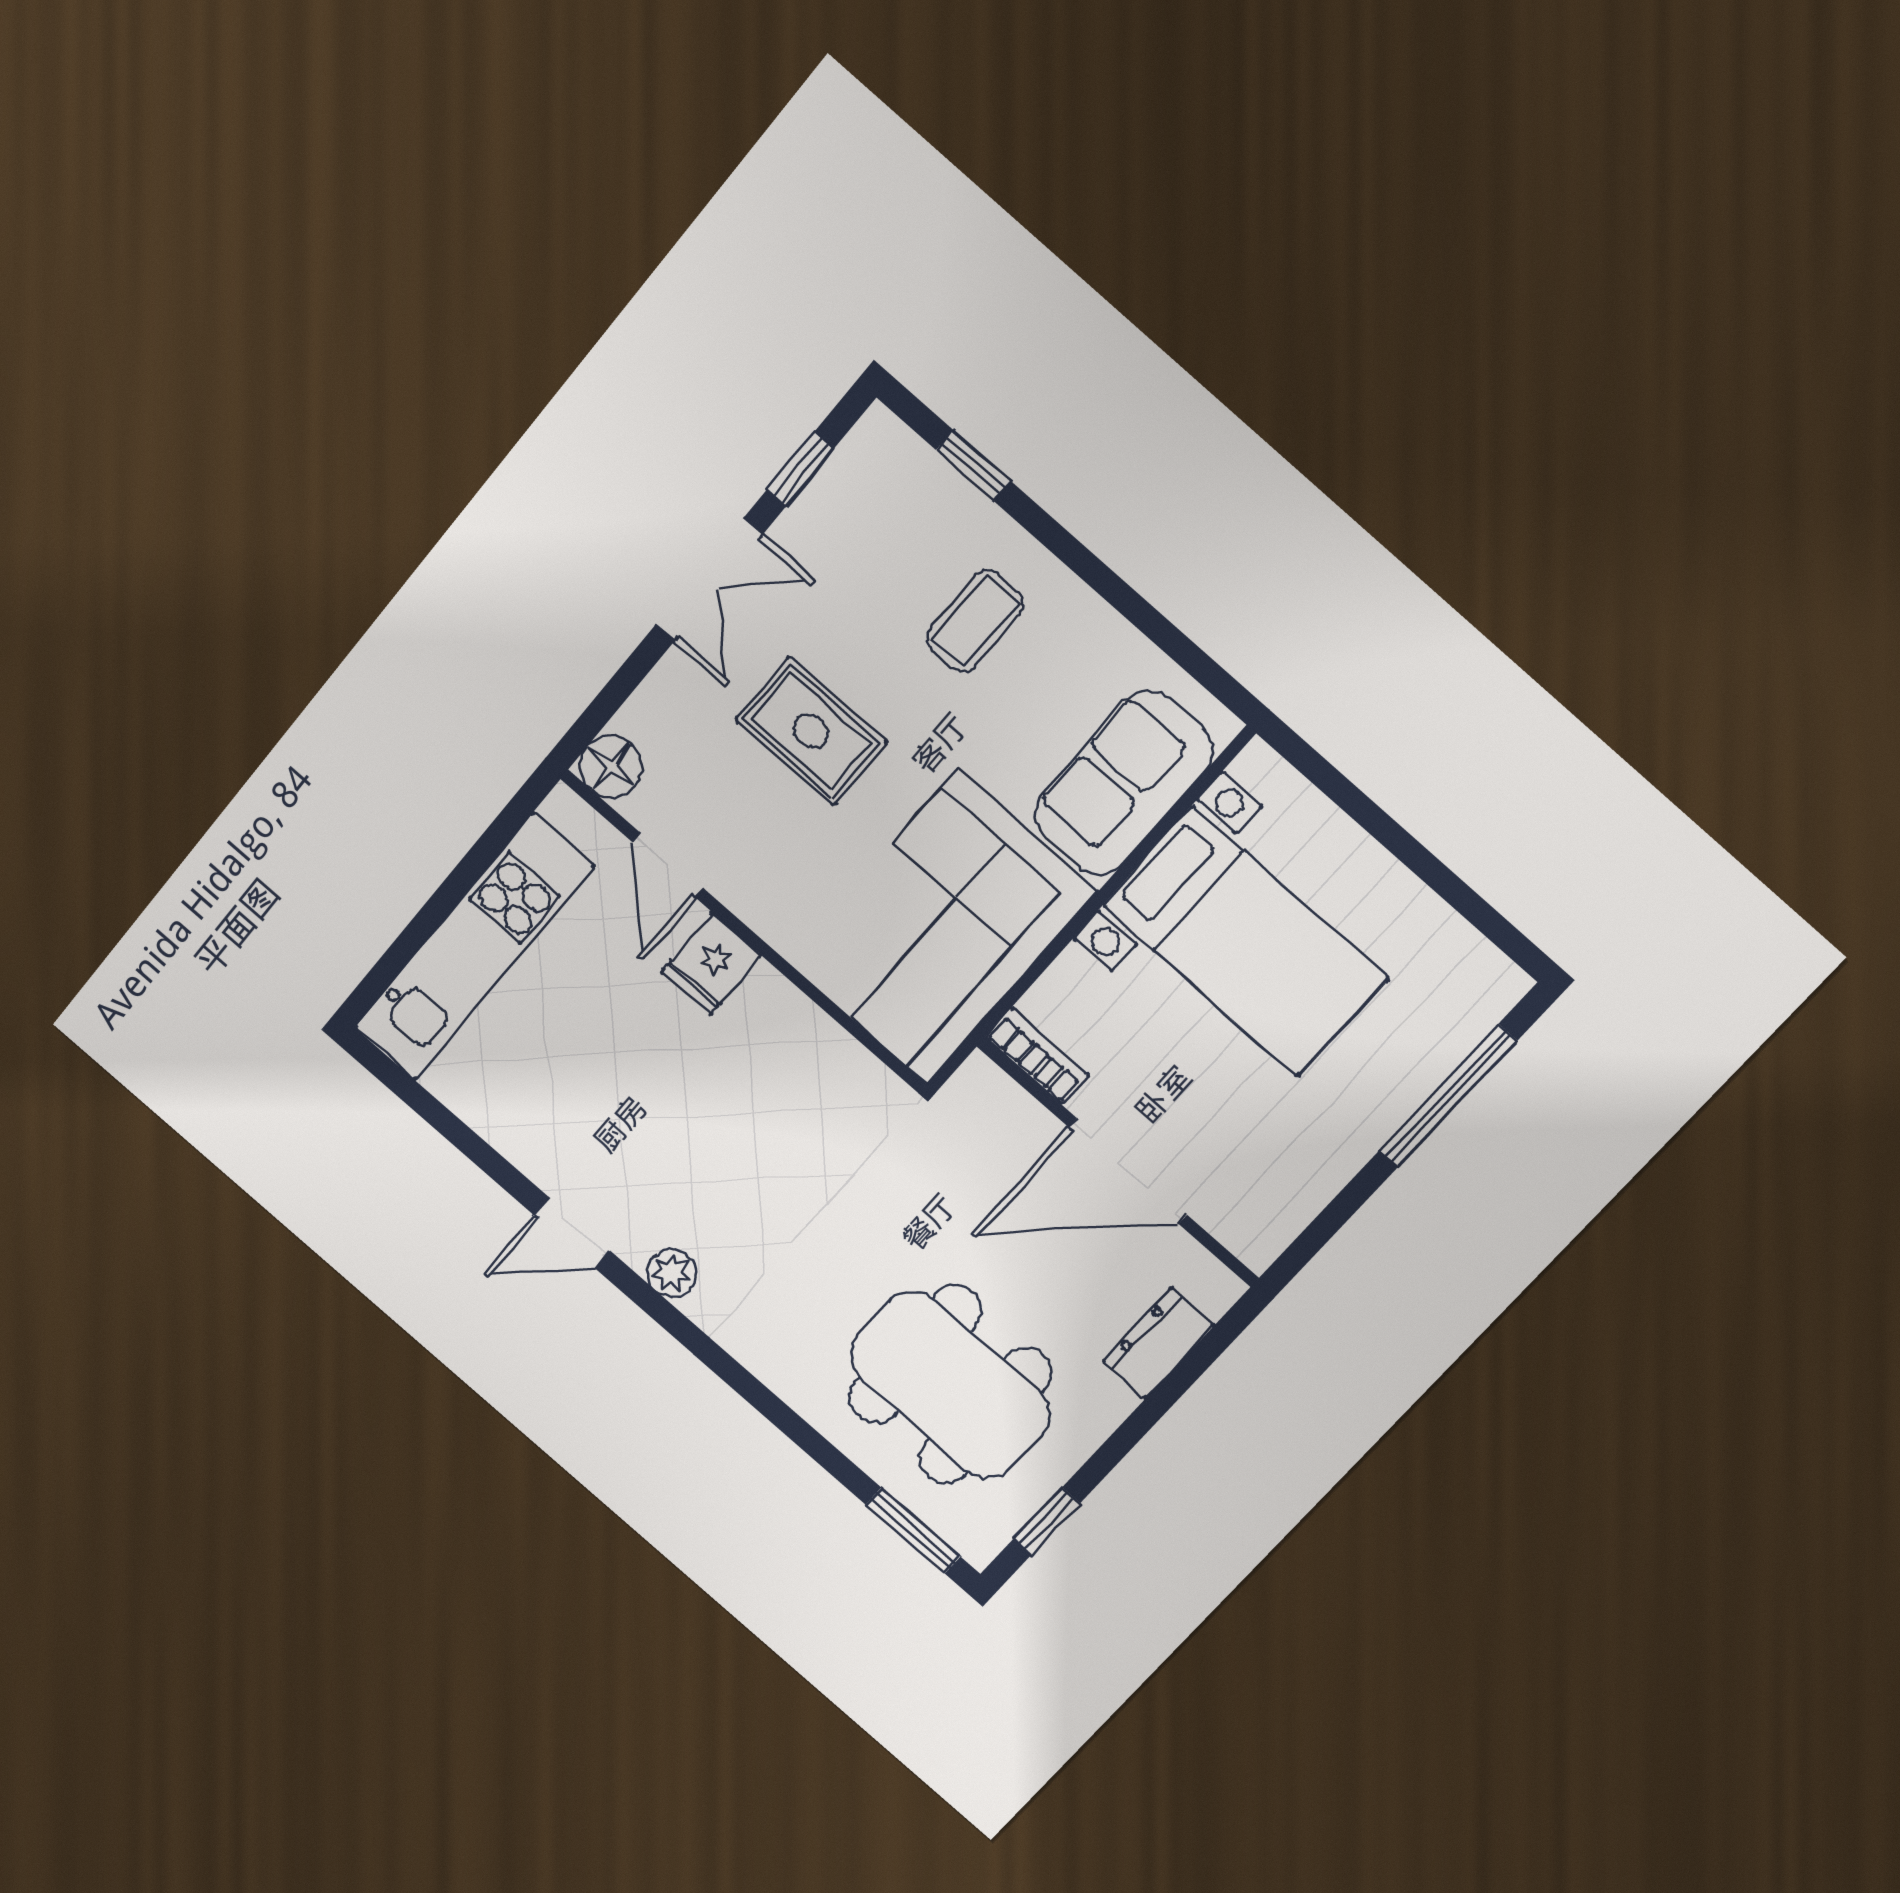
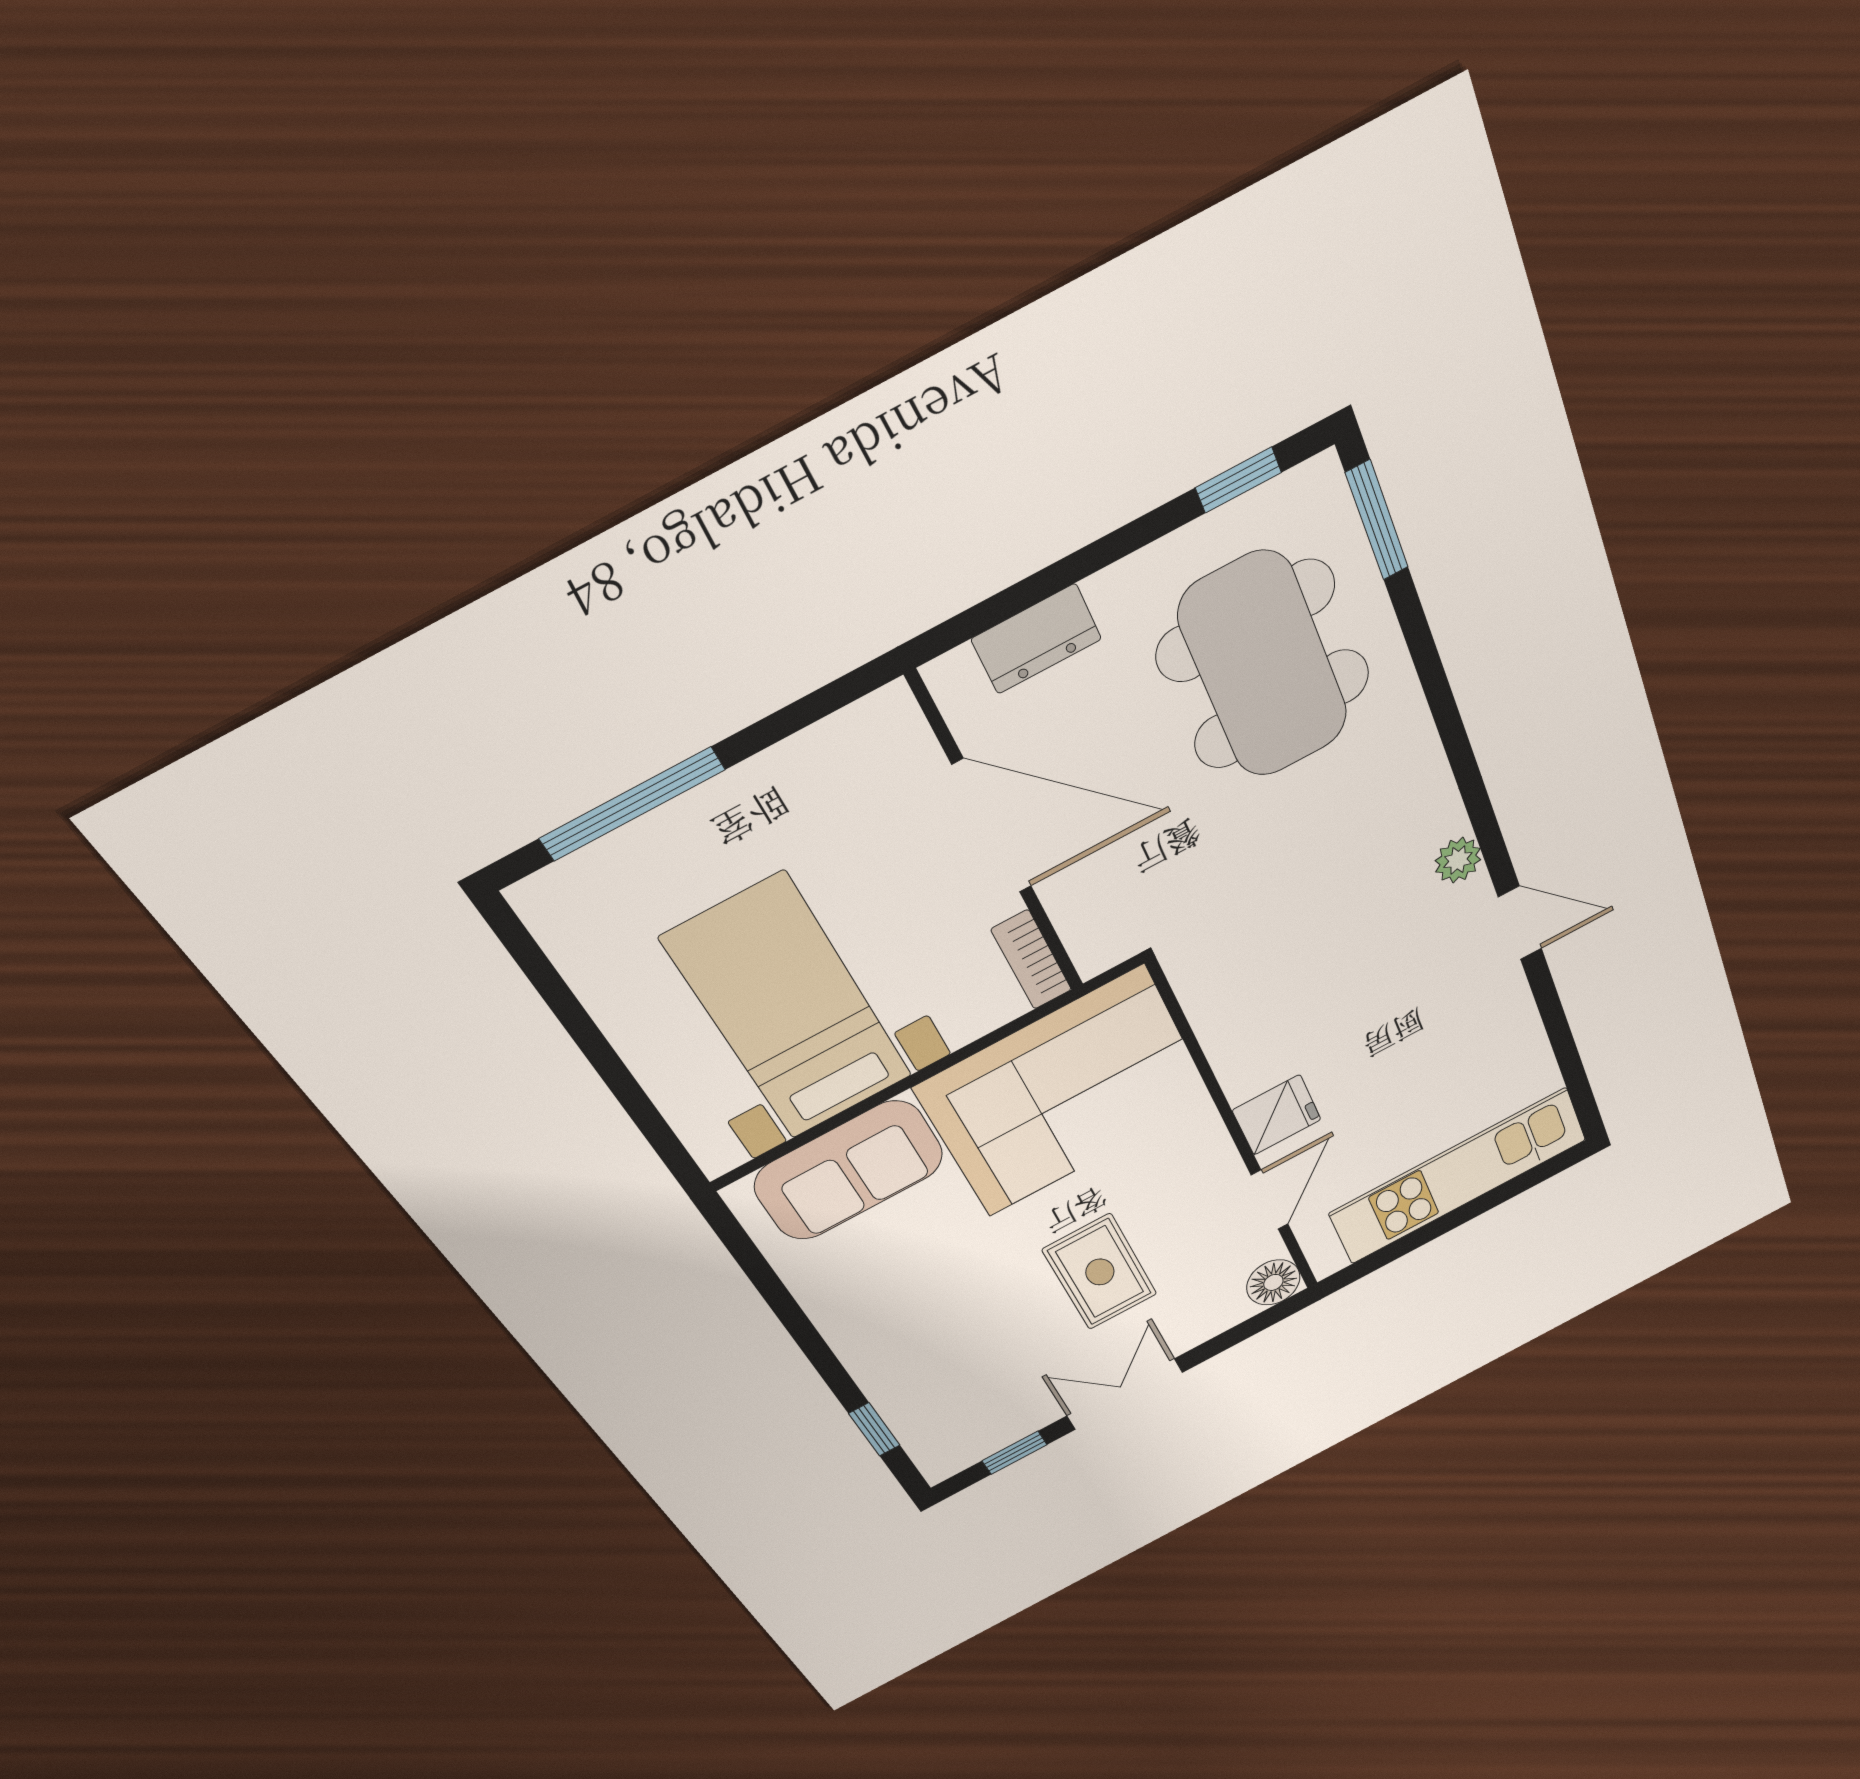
coffee table: (975, 621) -> (924, 1321), removed

